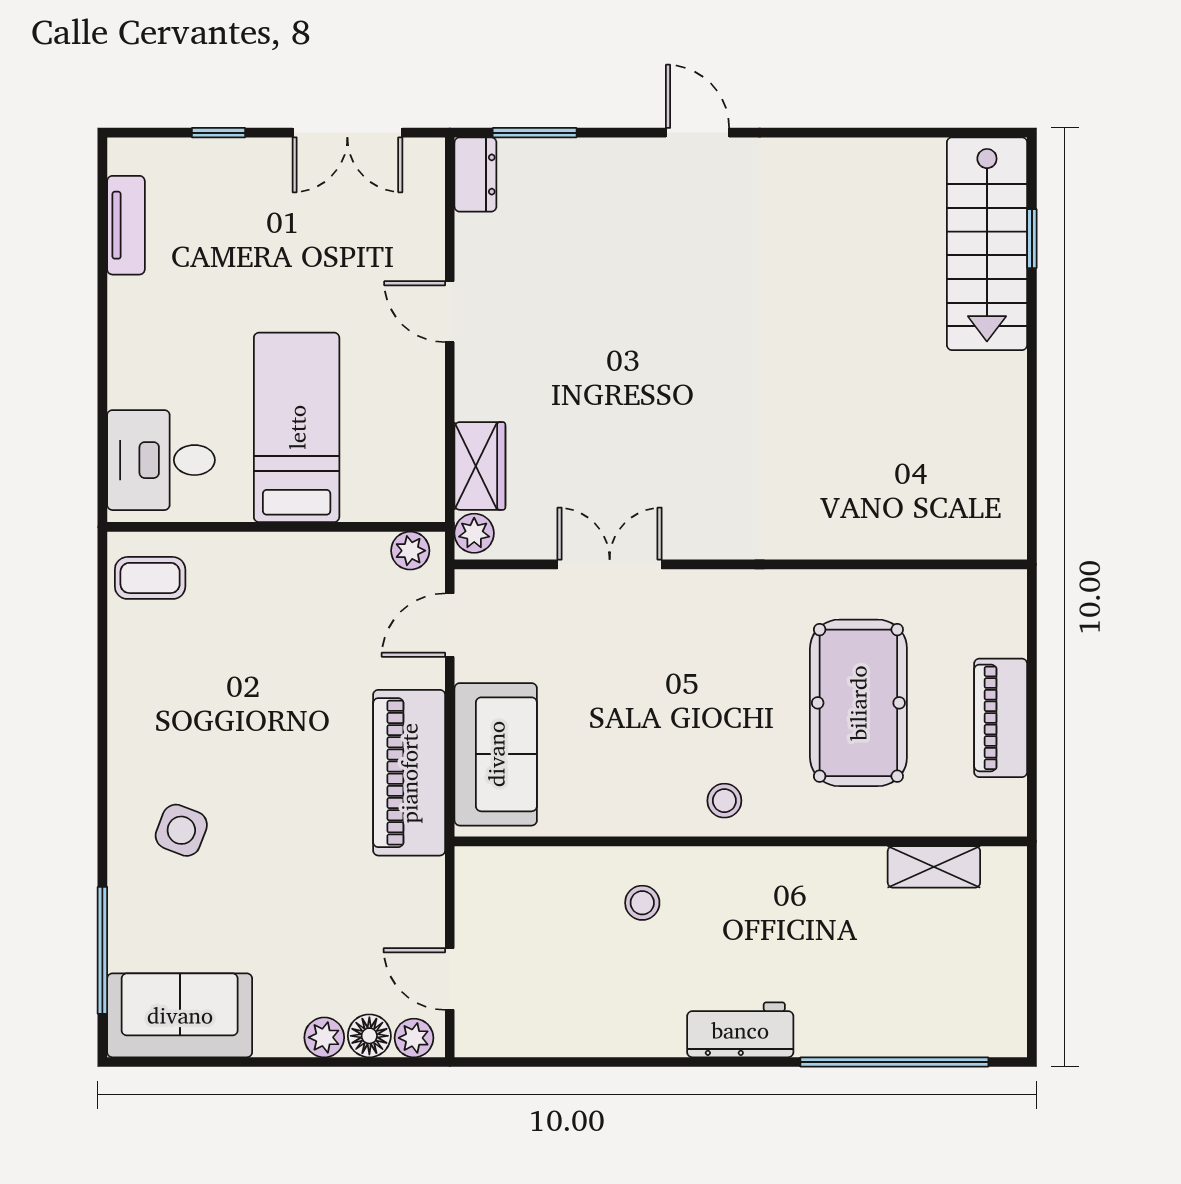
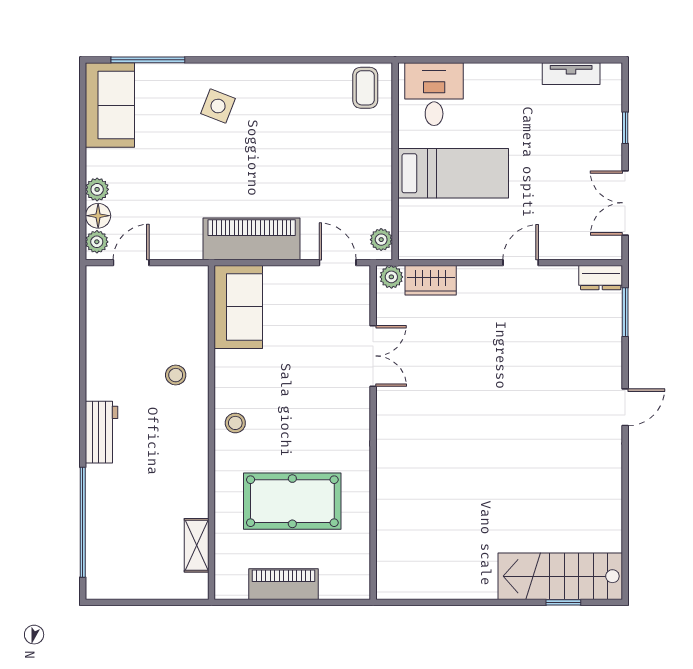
sofa: (496, 754) -> (238, 307), moved, turned -90

